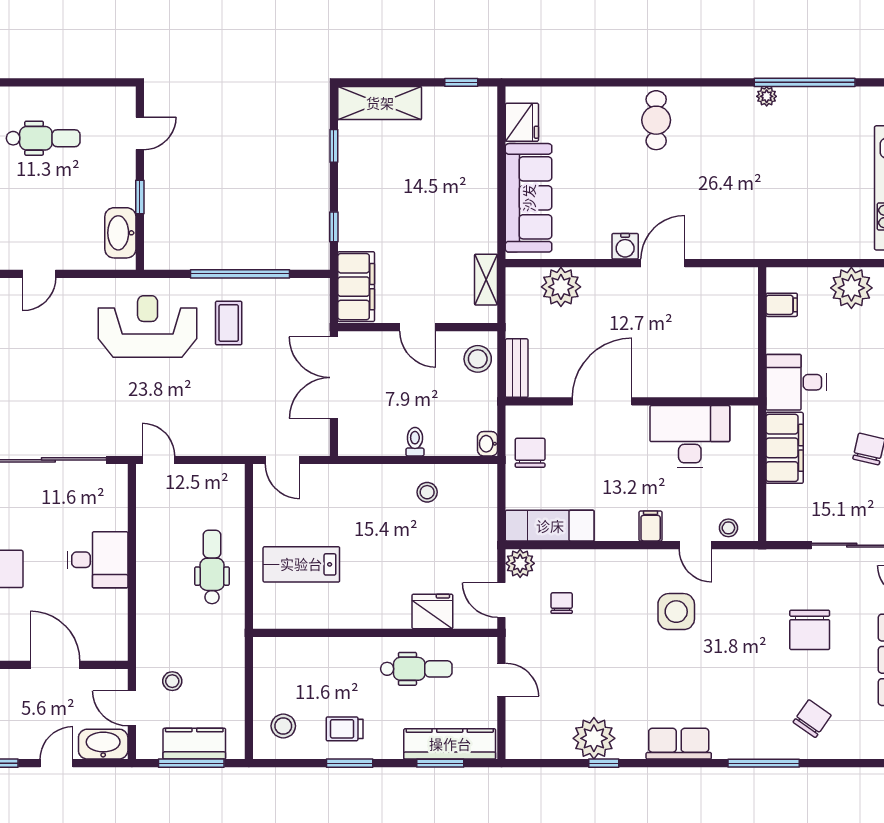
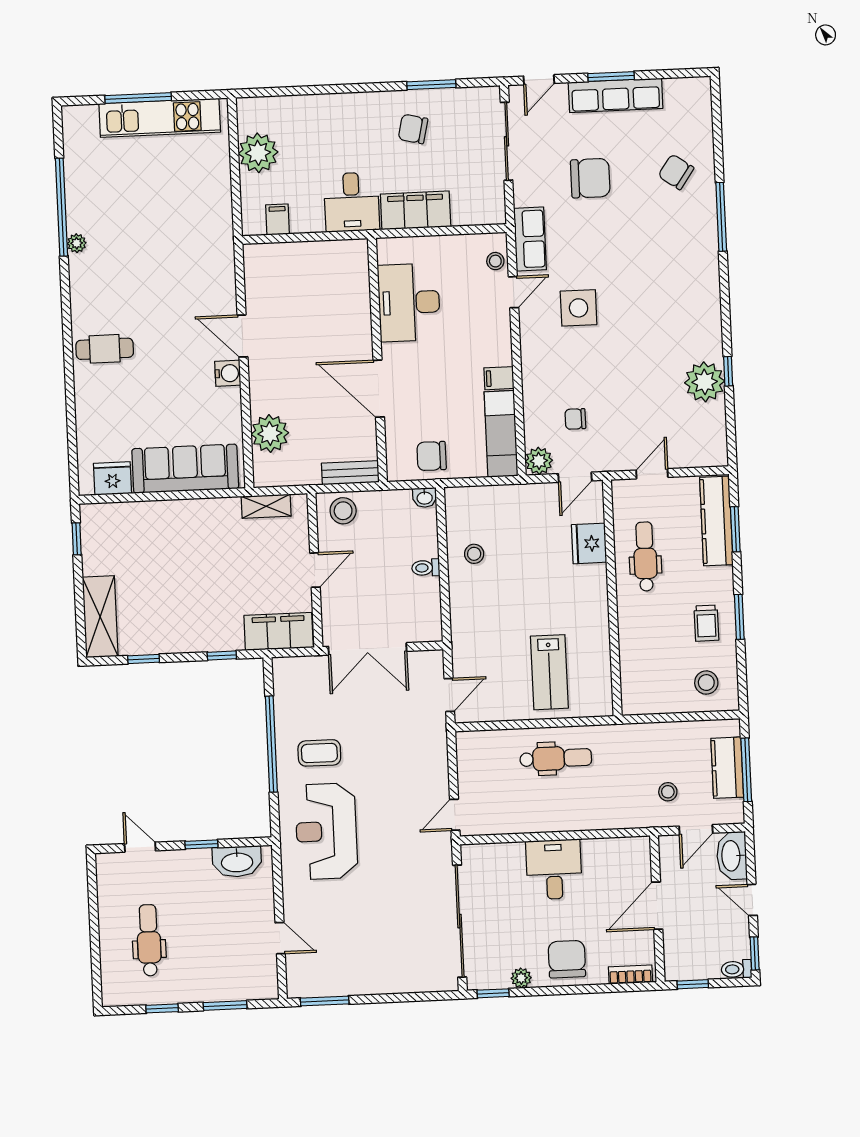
filing cabinet: (651, 526) -> (499, 378), moved
dental chair: (212, 567) -> (556, 758), turned 180
row of seats: (679, 744) -> (530, 239), moved, turned 180

